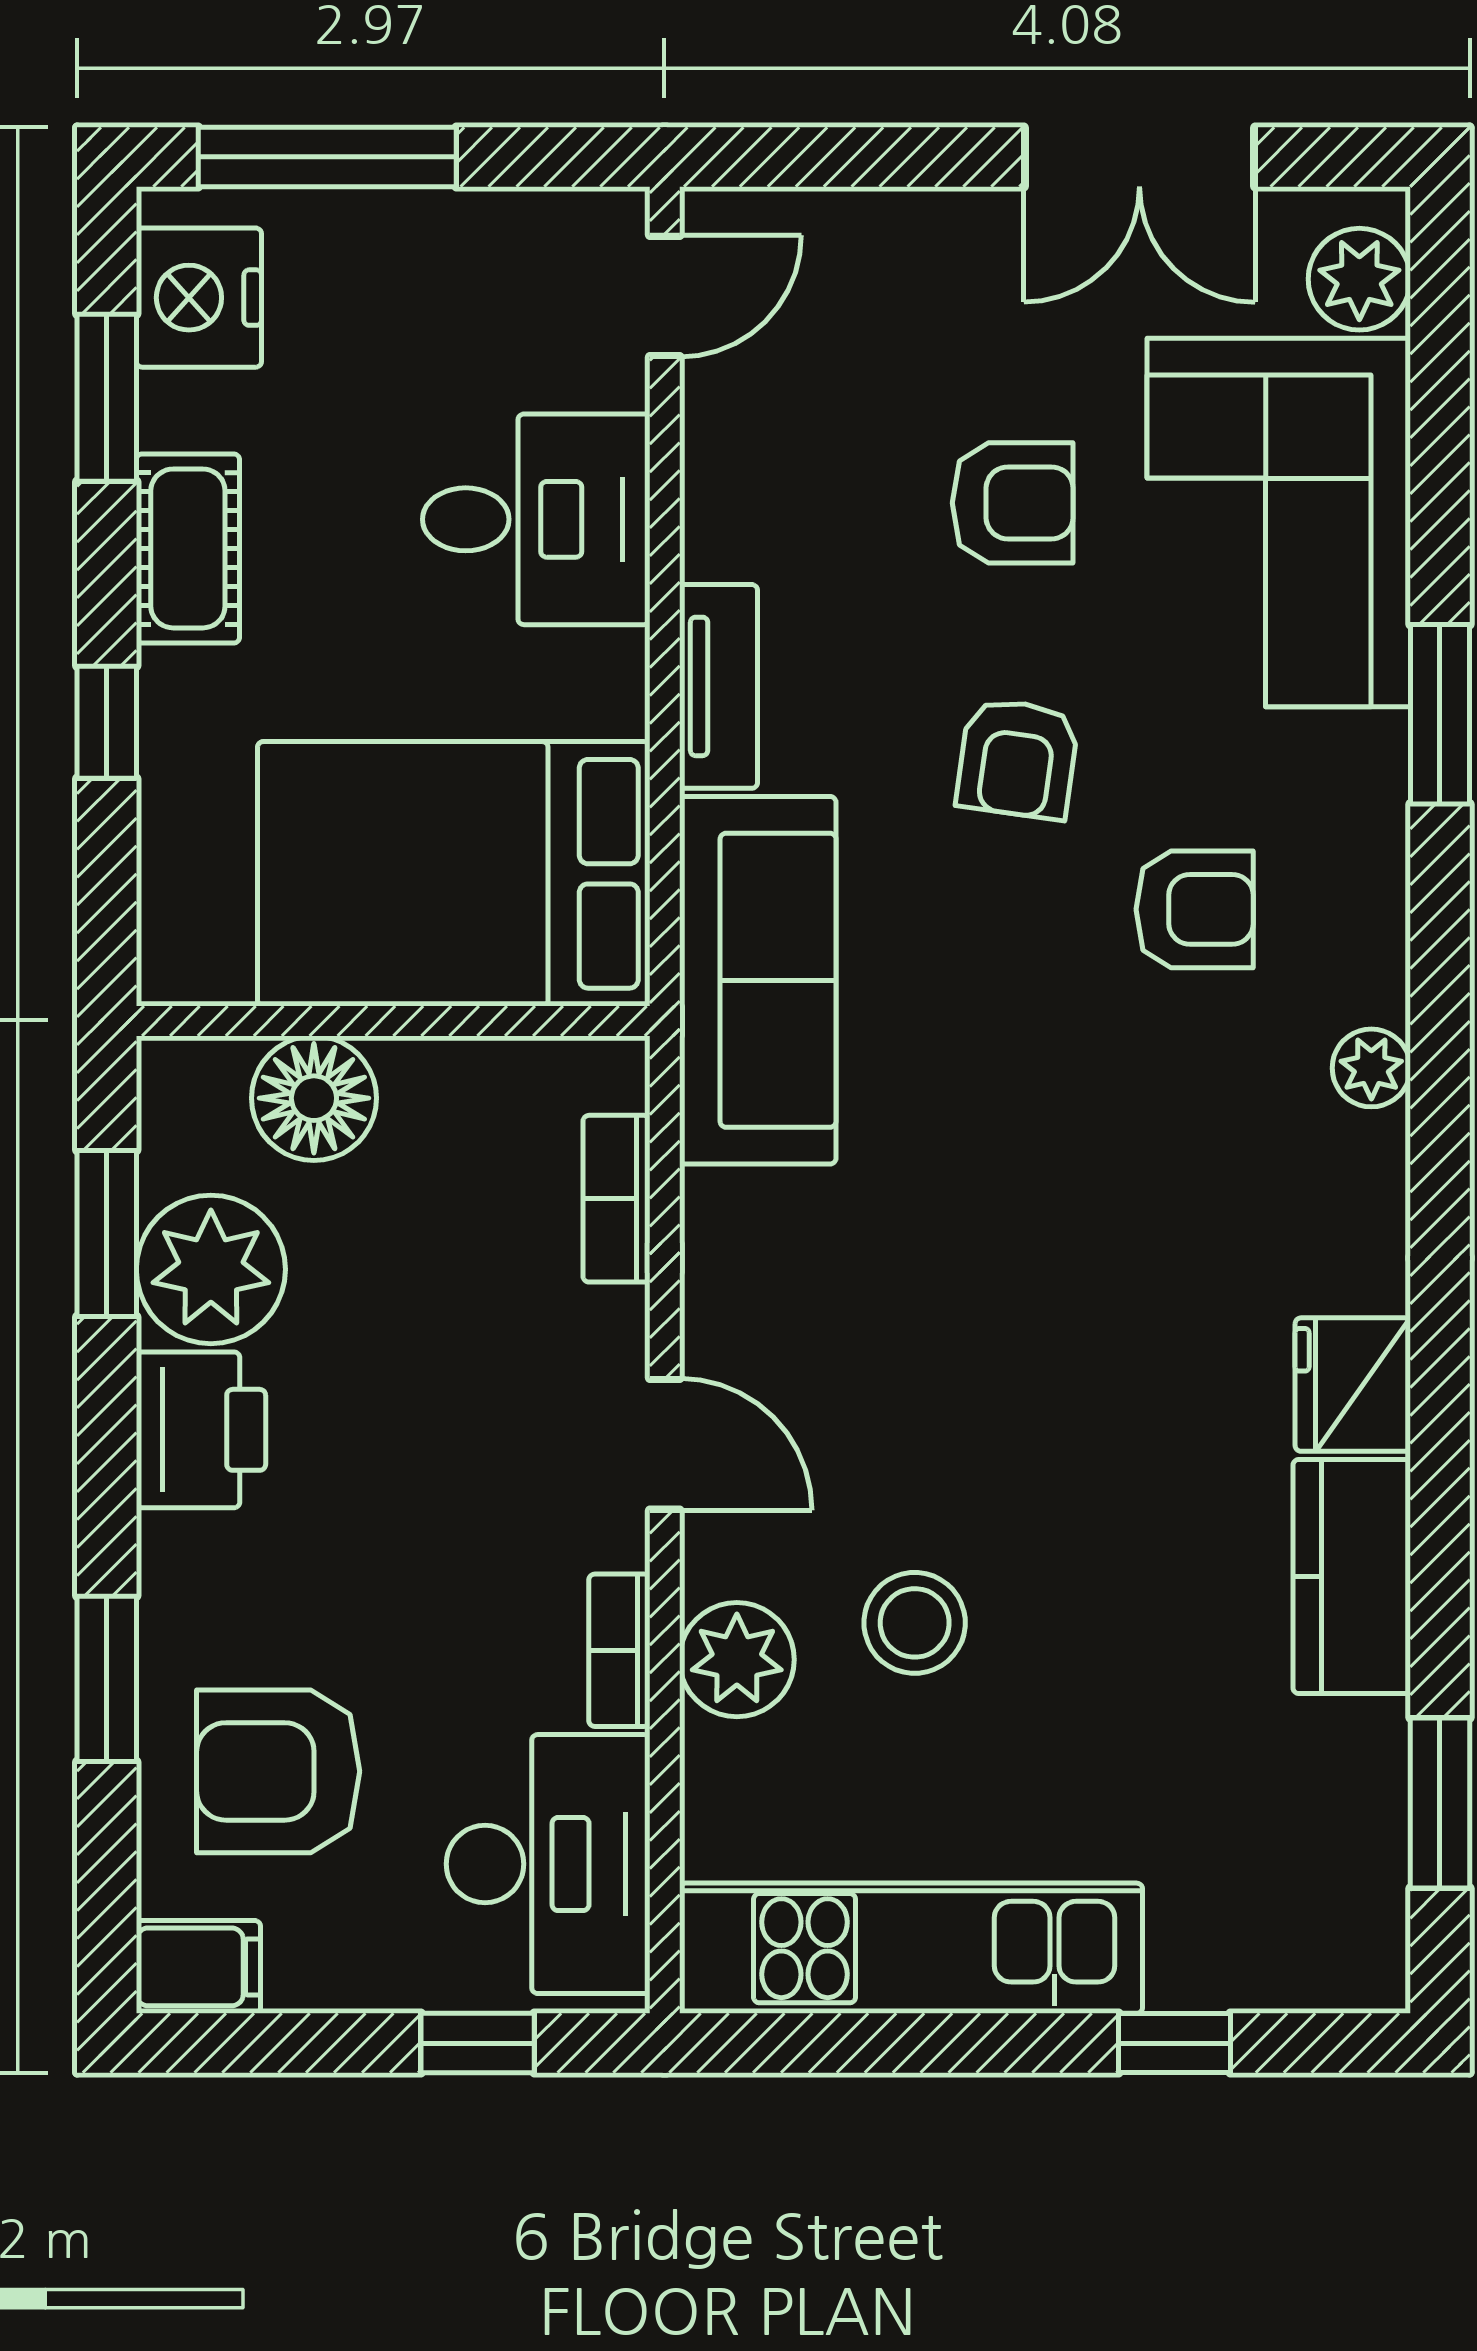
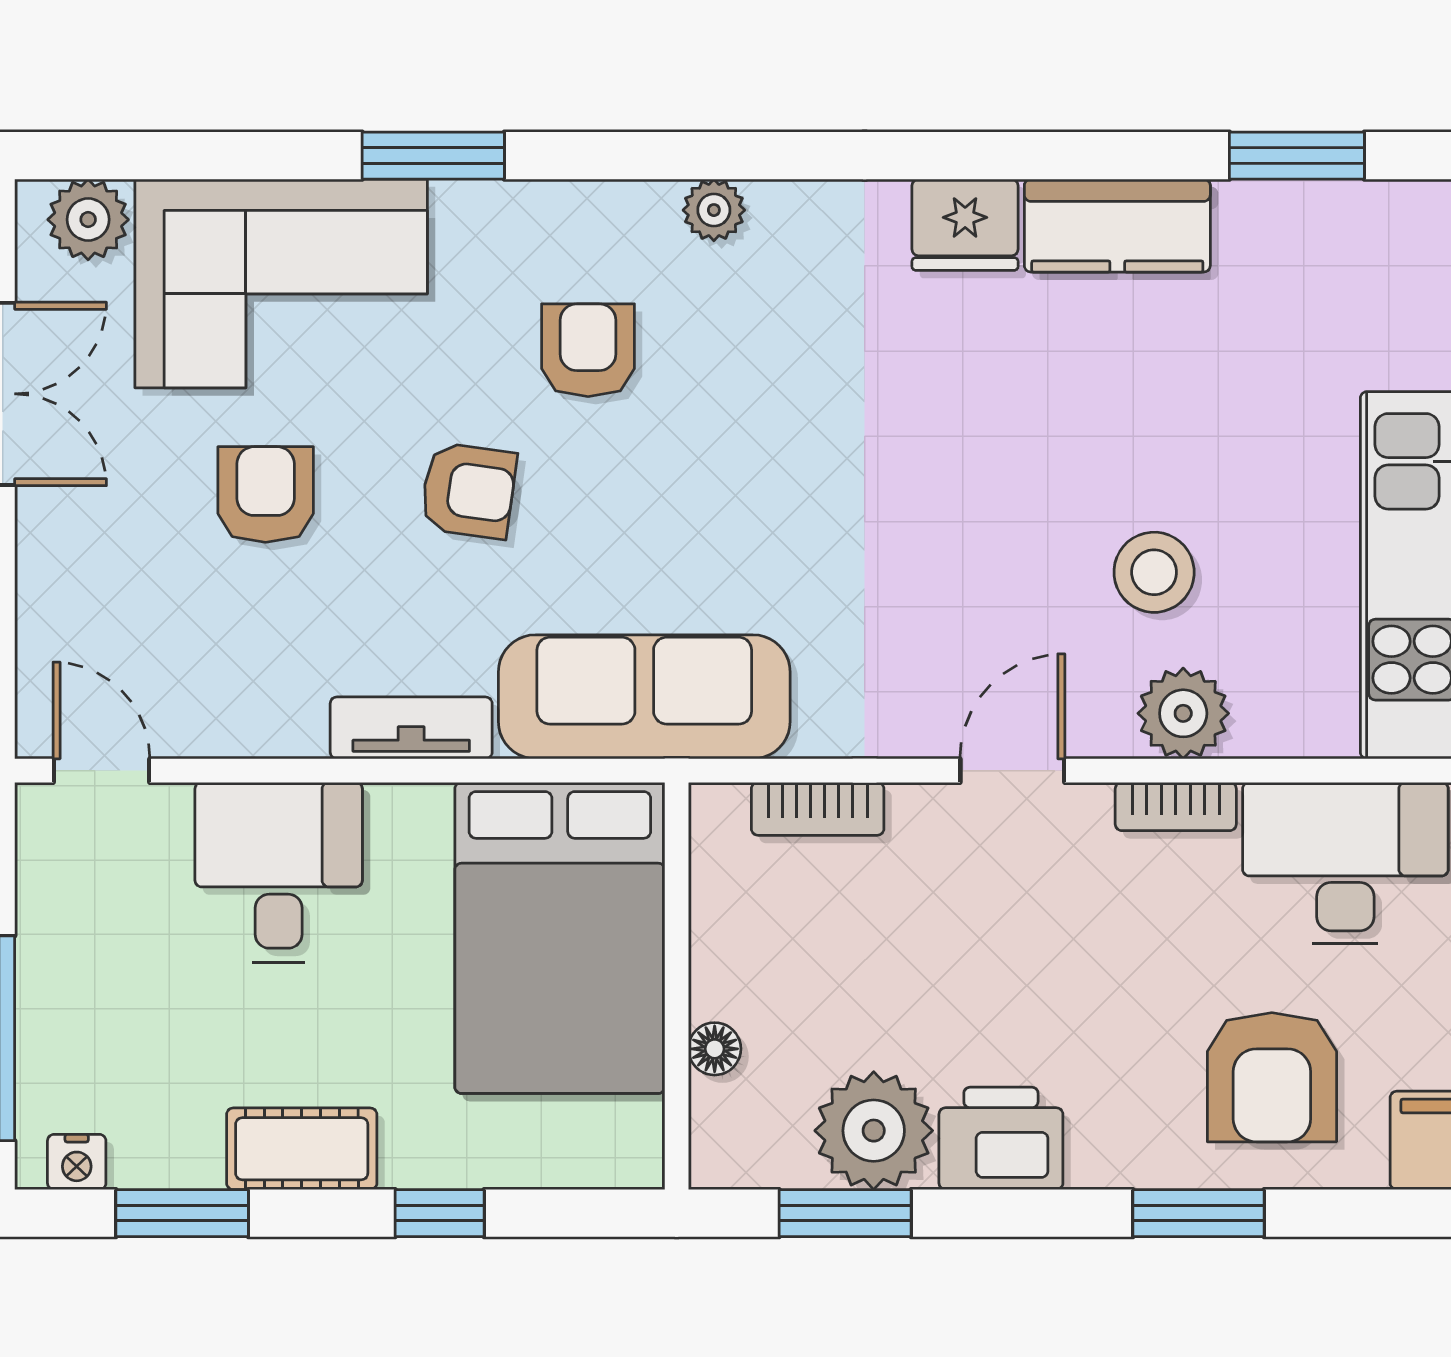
nightstand: (199, 298) -> (77, 1162), width x0.53, depth x0.56
floor lamp: (314, 1098) -> (715, 1049), width x0.53, depth x0.53

